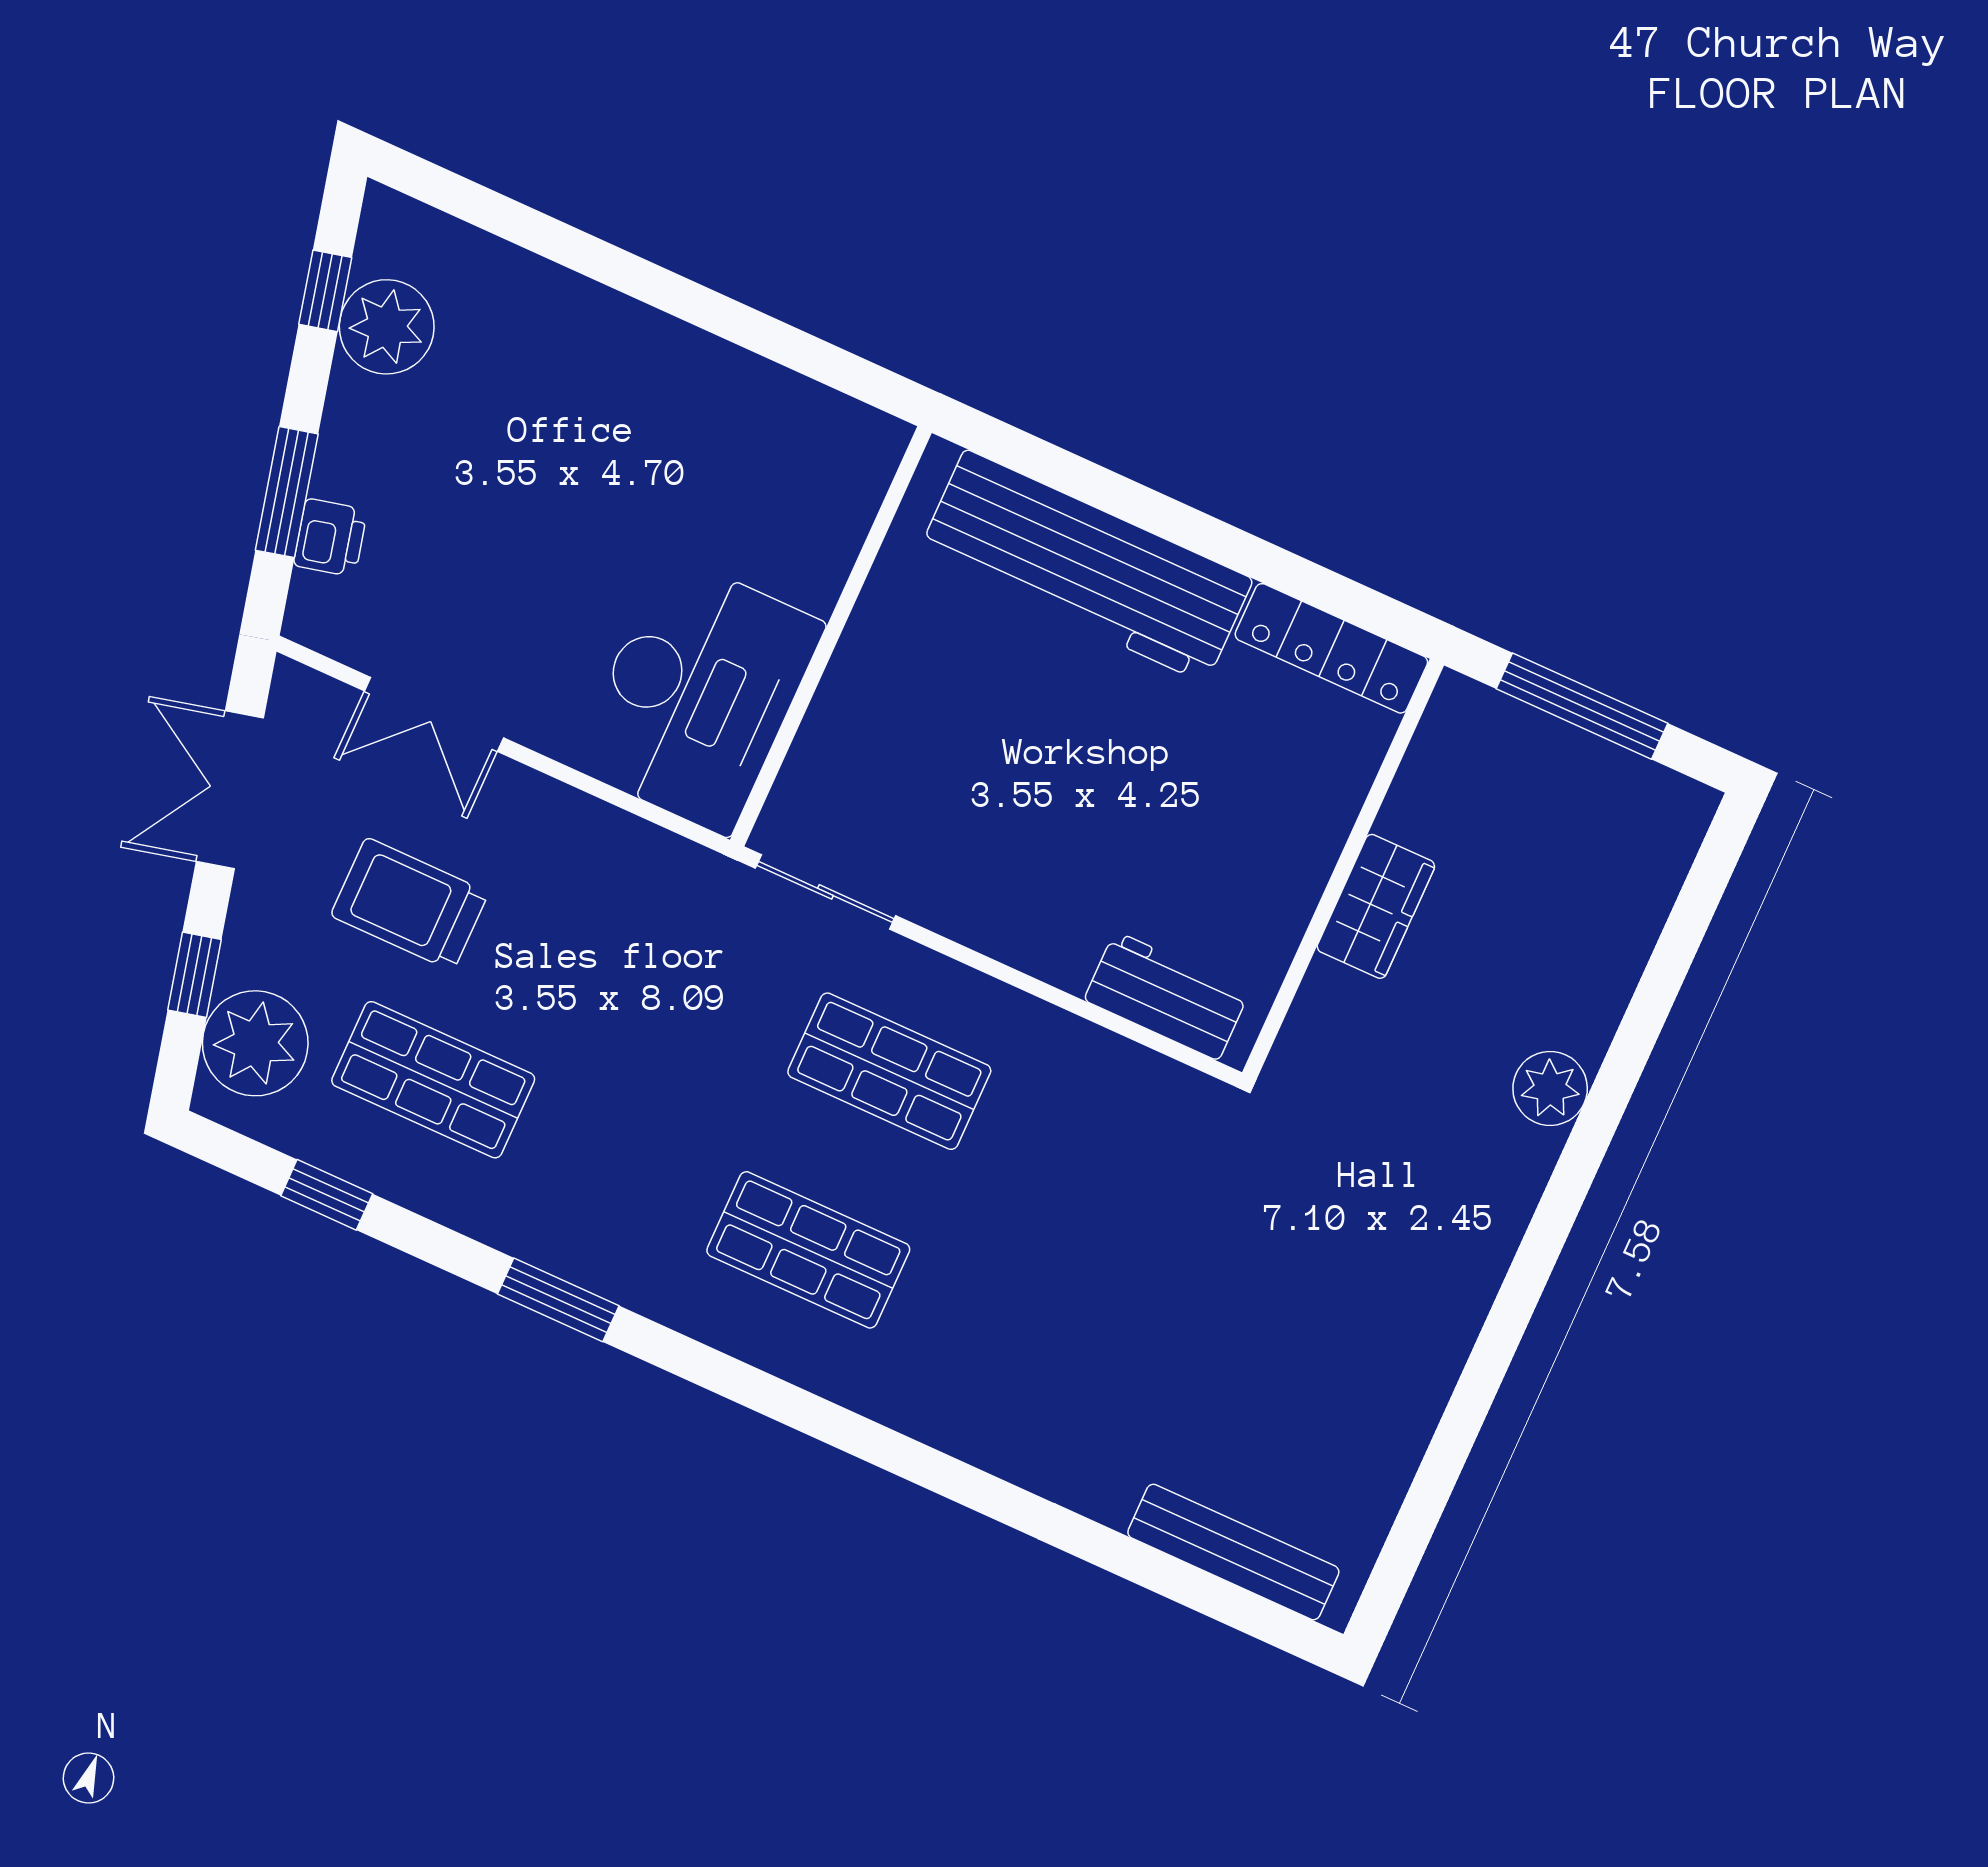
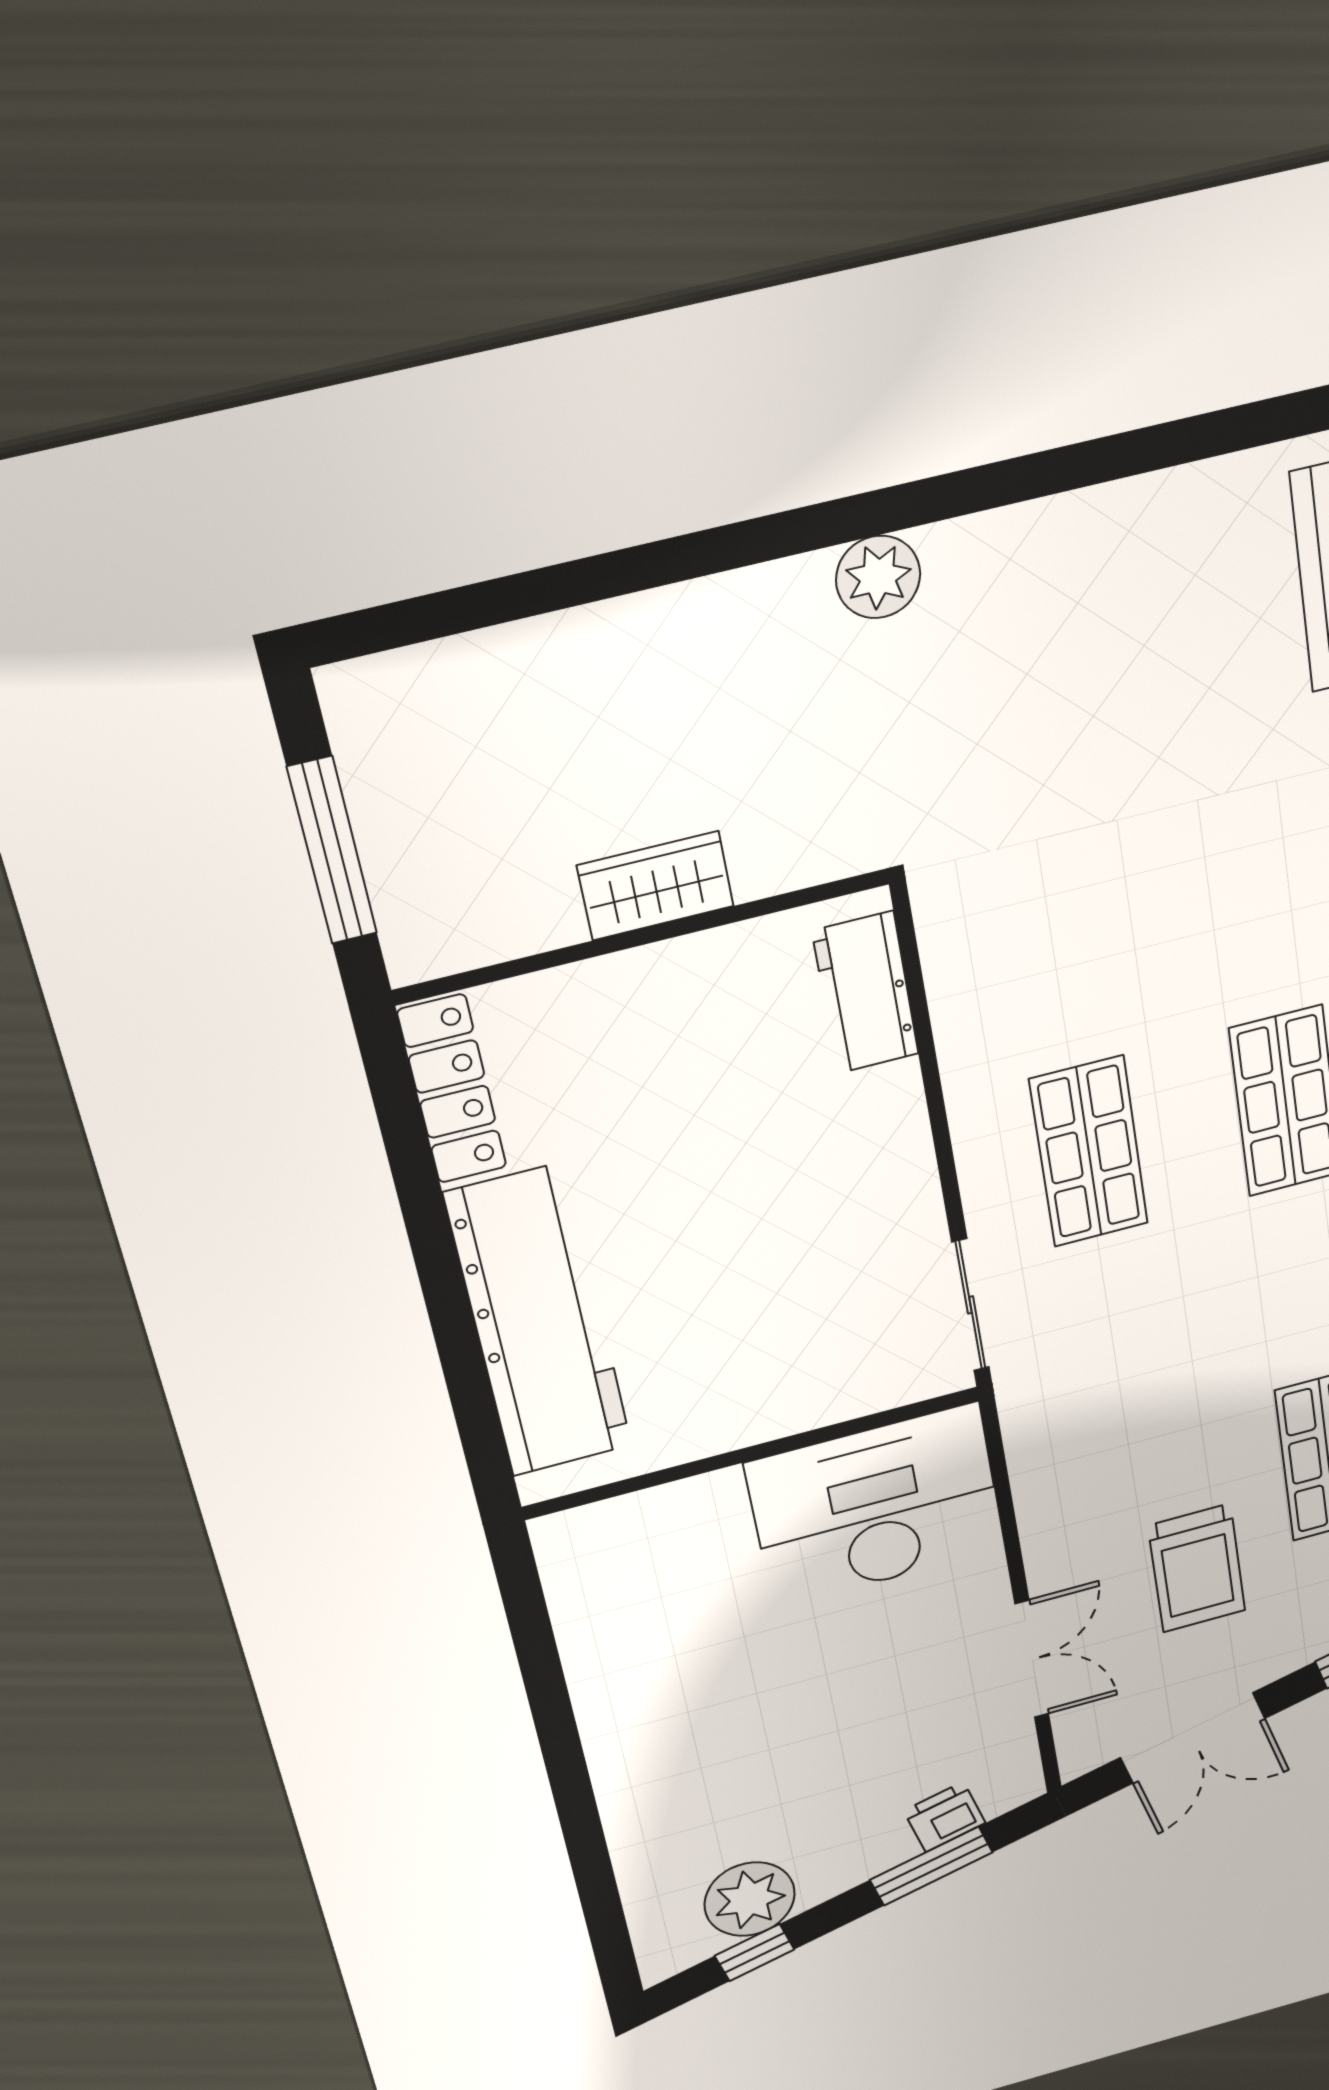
plant: (1550, 1088) -> (878, 577), moved

